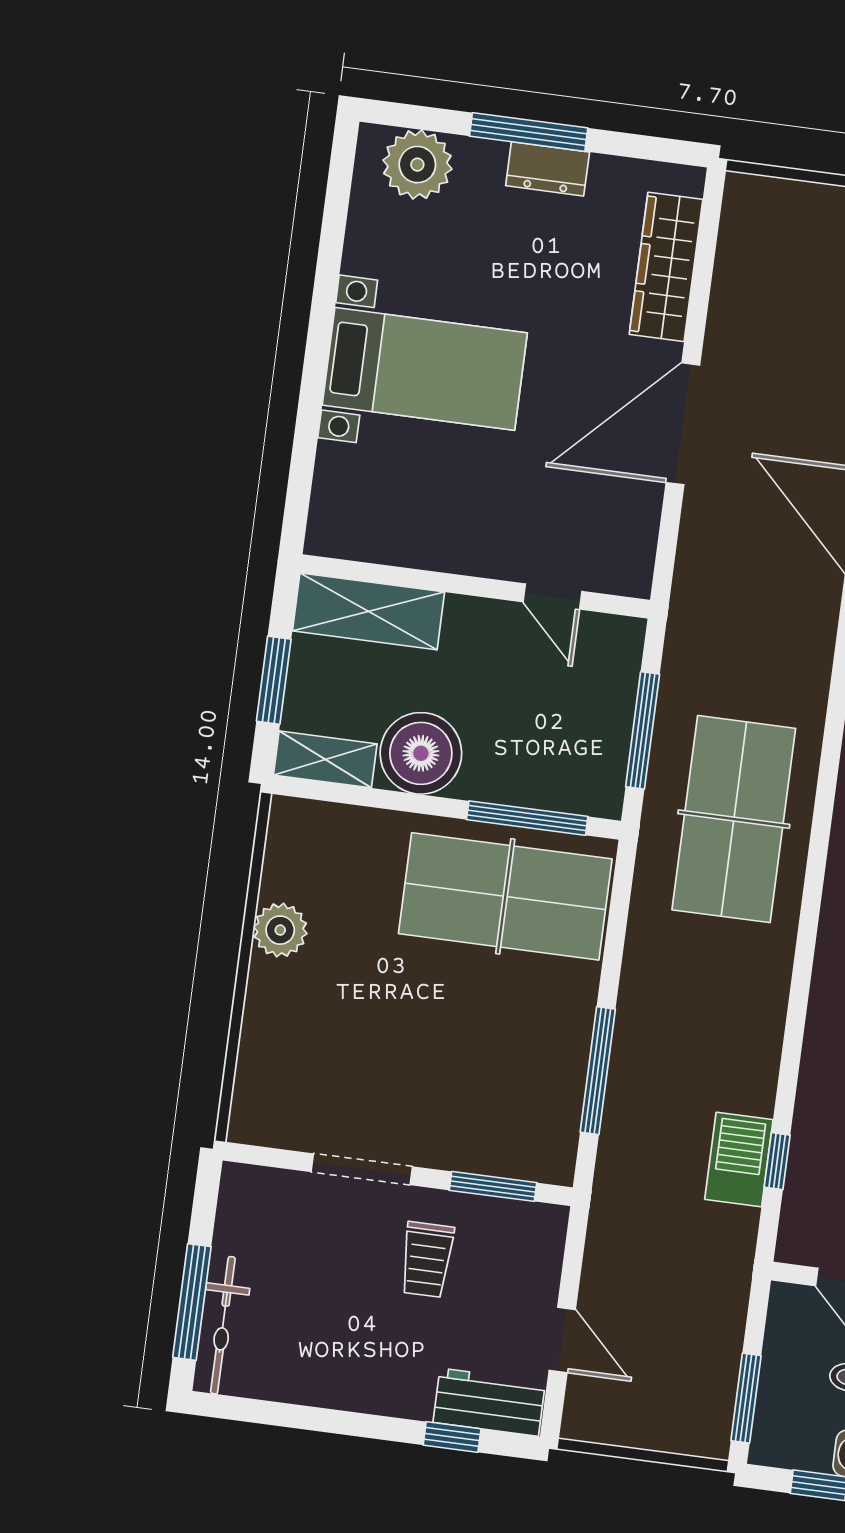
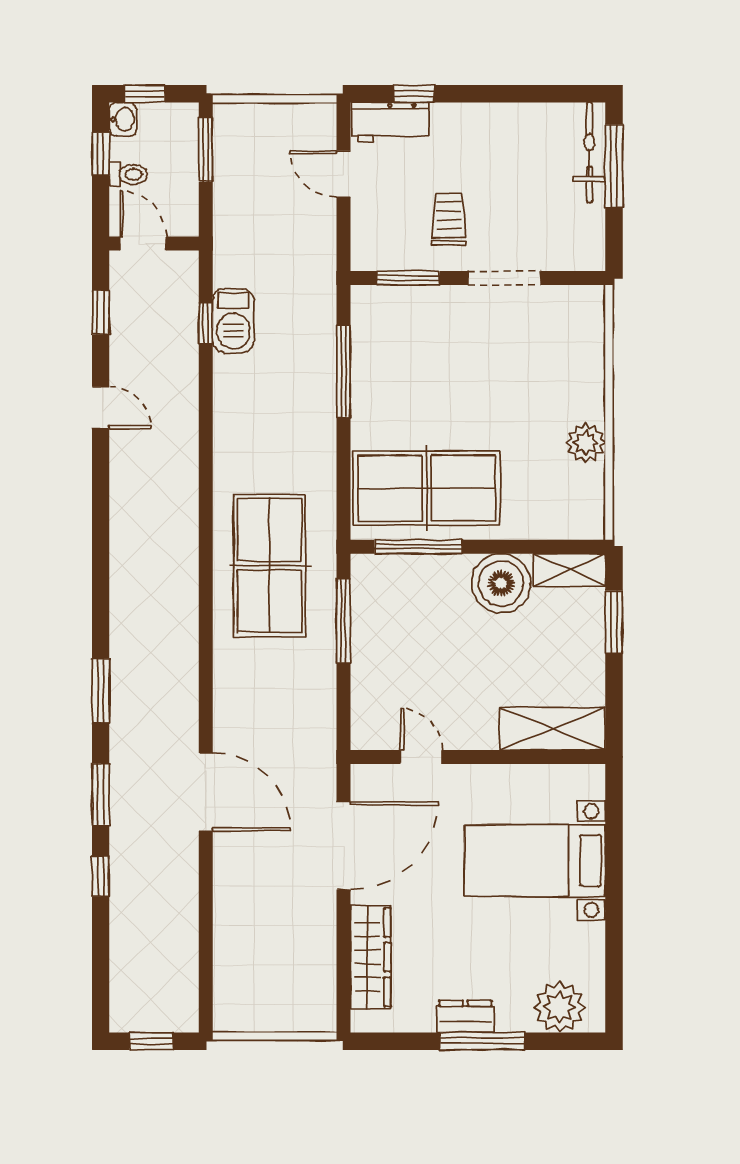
wall: (475, 586) -> (478, 757), moved
door: (552, 597) -> (421, 757), moved
shelving: (368, 611) -> (552, 729), moved

